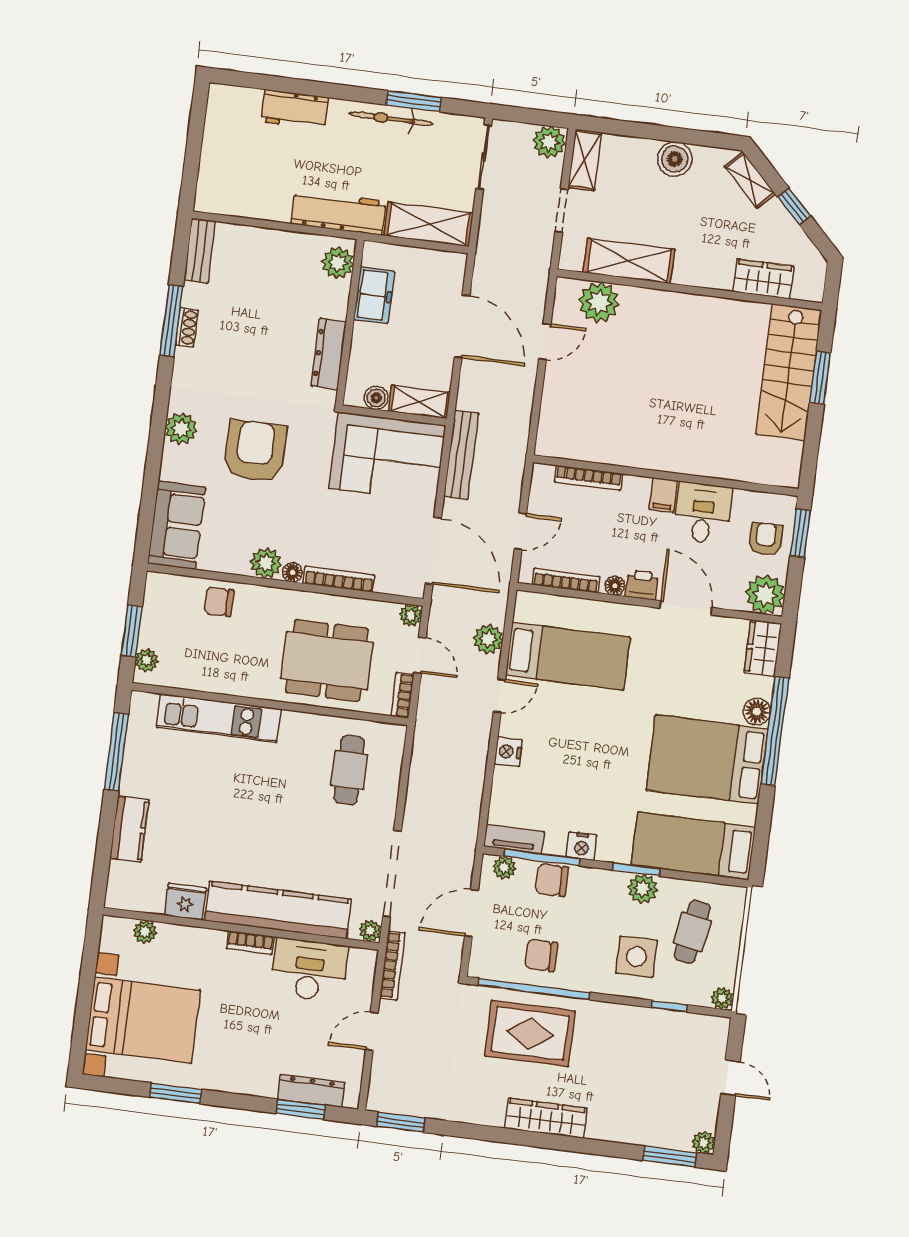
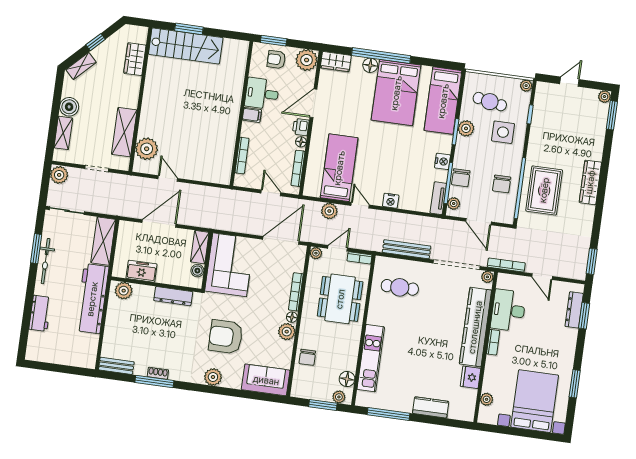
shelving: (585, 160) -> (63, 133), moved, turned 90
workbench: (338, 213) -> (92, 299), width x1.36, depth x1.32
bench: (461, 455) -> (407, 249), moved
floor lamp: (180, 675) -> (347, 379), added

